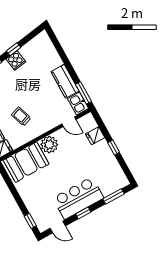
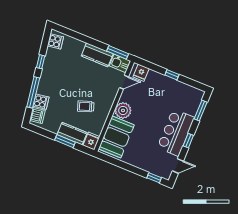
cooker: (16, 60) -> (55, 41), moved
fridge: (95, 136) -> (141, 73), moved

